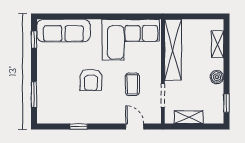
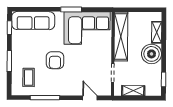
window: (111, 16) -> (71, 9), added
boiler: (217, 77) -> (152, 54), width x1.86, depth x1.86
coffee table: (132, 84) -> (29, 77), moved
window: (34, 95) -> (9, 61), moved
window: (79, 127) -> (45, 98), width x2.17

